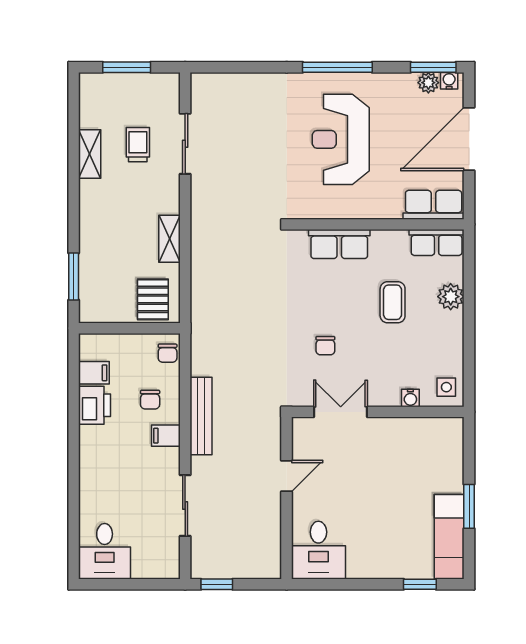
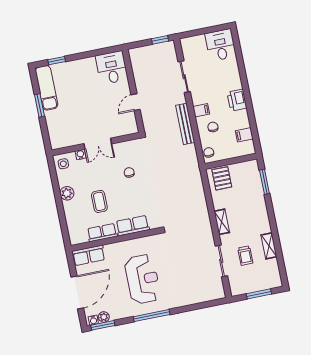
shelving: (169, 239) -> (222, 222), moved
row of seats: (437, 242) -> (102, 233), moved
plant: (451, 297) -> (67, 193), moved
printer: (94, 405) -> (237, 100), moved
double door: (341, 412) -> (98, 144), moved

